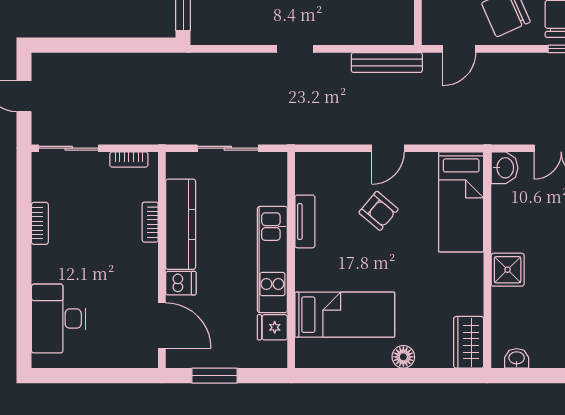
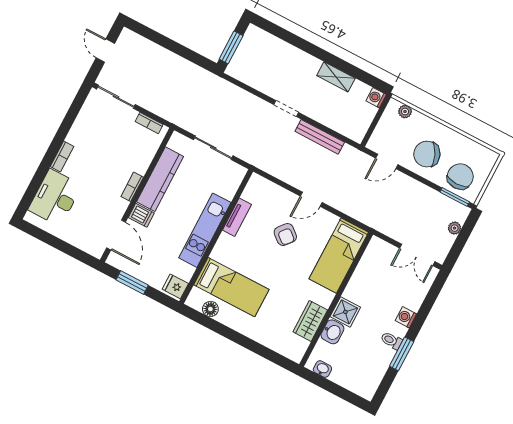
bench: (387, 63) -> (320, 137), moved
washbasin: (504, 168) -> (332, 332), moved
bookcase: (150, 222) -> (132, 187), moved
bookcase: (40, 223) -> (62, 157), moved
fridge: (272, 327) -> (175, 286), moved
wardrobe: (469, 342) -> (310, 321), moved
floor lamp: (403, 357) -> (210, 309), moved

